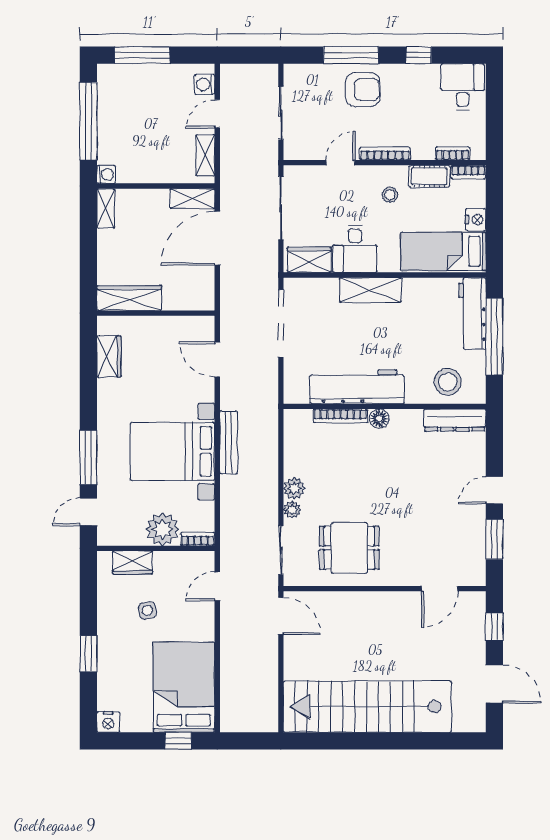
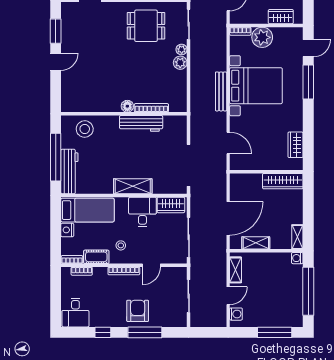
armchair: (363, 90) -> (138, 311), turned 90
shelving: (192, 199) -> (256, 243), moved
workbench: (357, 387) -> (141, 123), width x0.73, depth x0.76
dresser: (455, 420) -> (80, 105), removed

